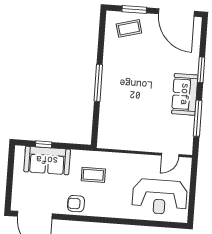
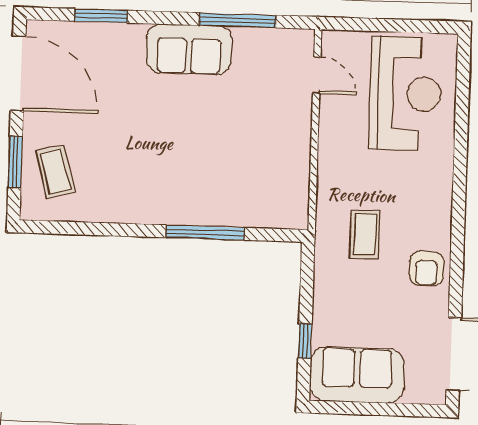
door: (176, 13) -> (18, 73), hinge flipped
window: (201, 70) -> (101, 16), moved
window: (98, 83) -> (205, 233), moved
sofa: (47, 160) -> (357, 375), moved, turned -90

